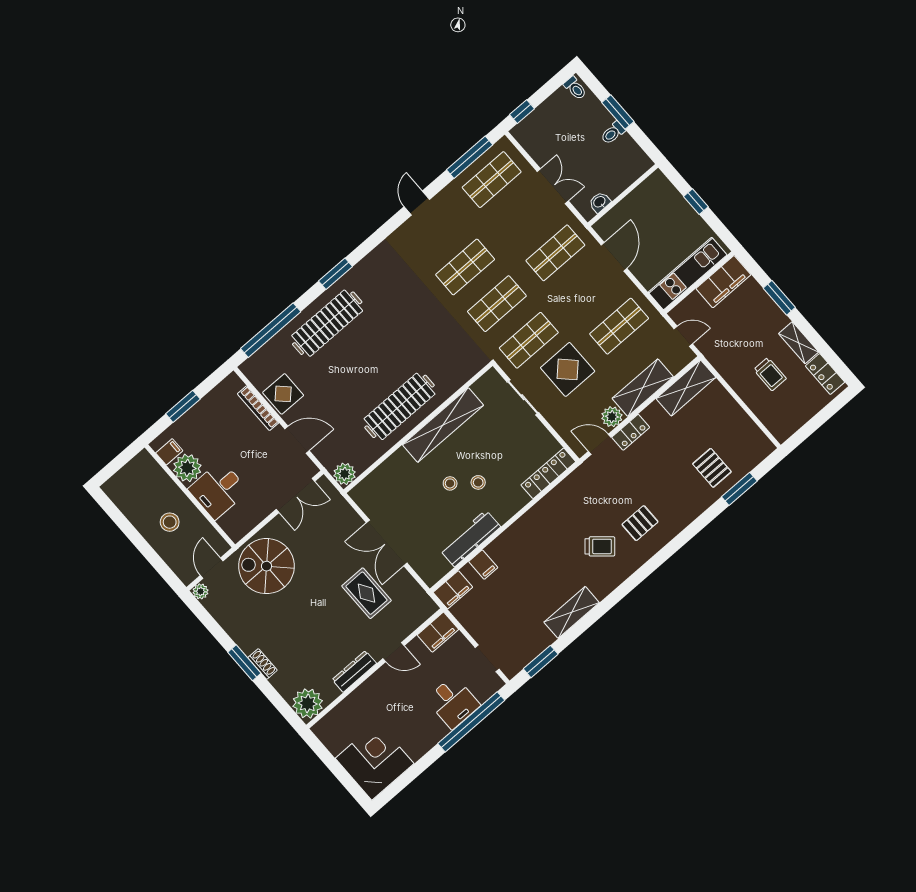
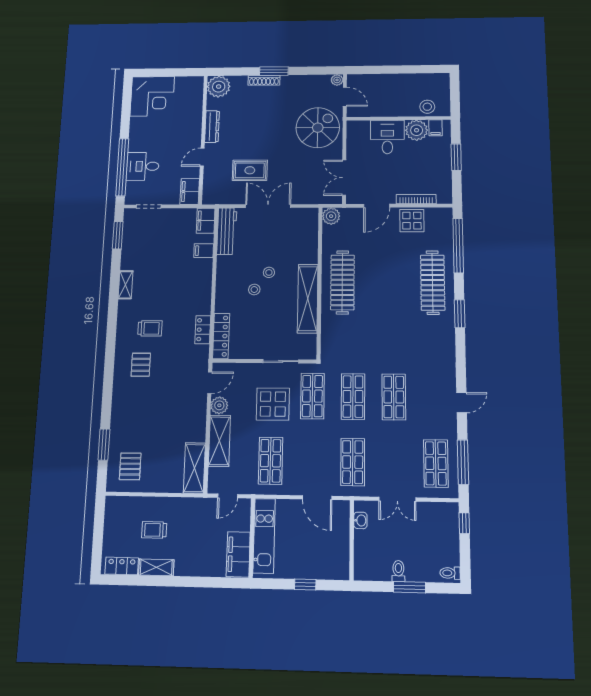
door: (417, 203) -> (462, 402), hinge flipped
window: (779, 298) -> (195, 582), removed
locker: (631, 432) -> (203, 330), moved
pallet: (712, 468) -> (130, 466), moved, turned 90
stool: (170, 522) -> (427, 107), moved
workbench: (470, 538) -> (227, 231), moved
trolley: (600, 546) -> (150, 328), turned -131
shelving: (572, 612) -> (126, 285), width x0.67, depth x0.75
shoe rack: (262, 664) -> (264, 80), width x1.43

